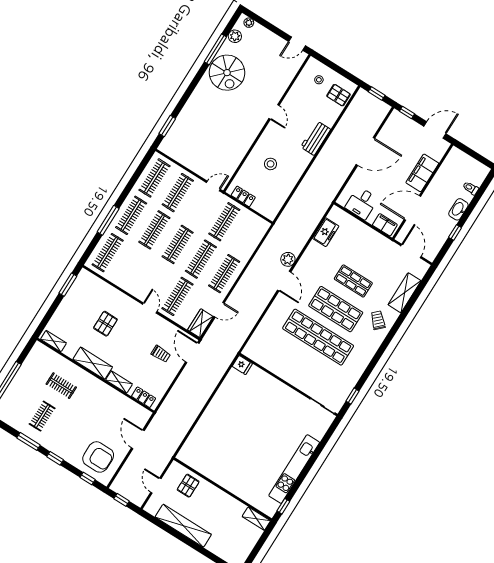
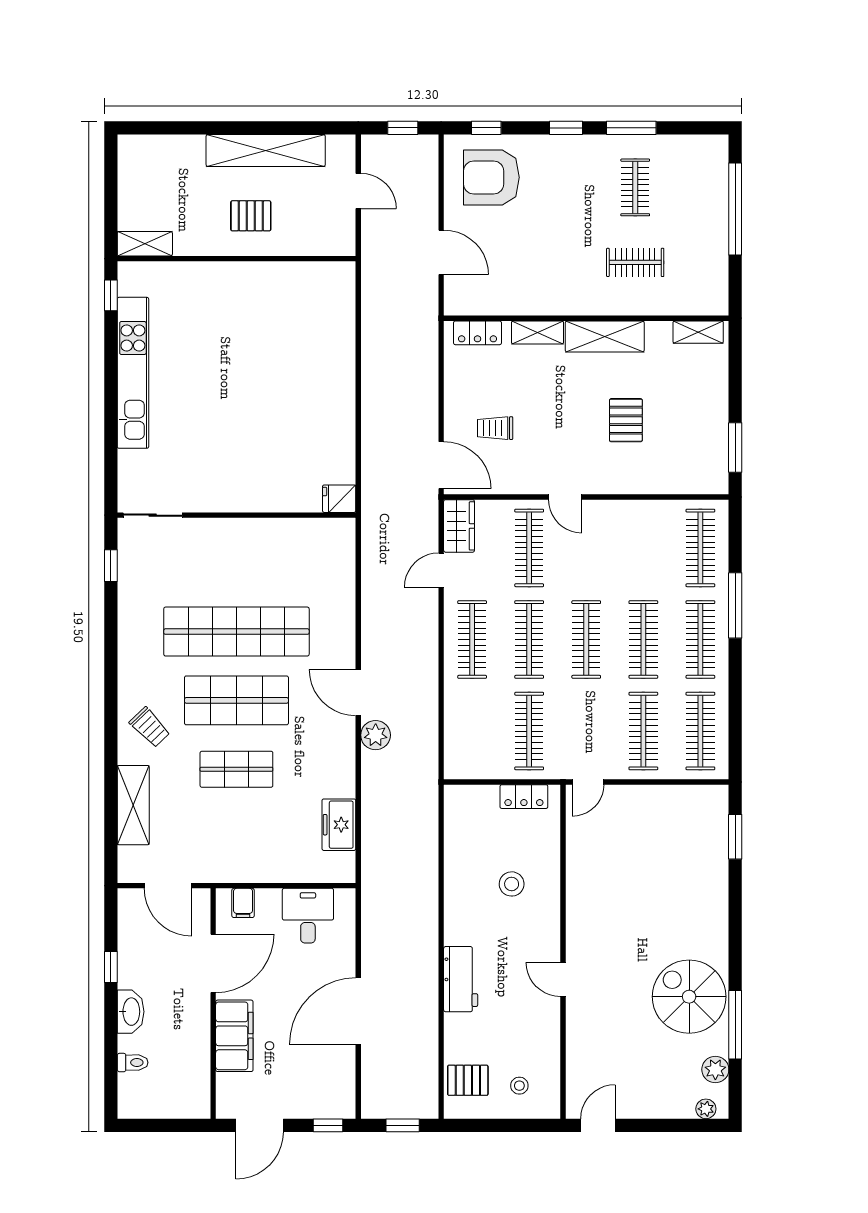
filing cabinet: (385, 225) -> (243, 903), width x0.50
pallet: (188, 486) -> (251, 216), moved, turned 90

